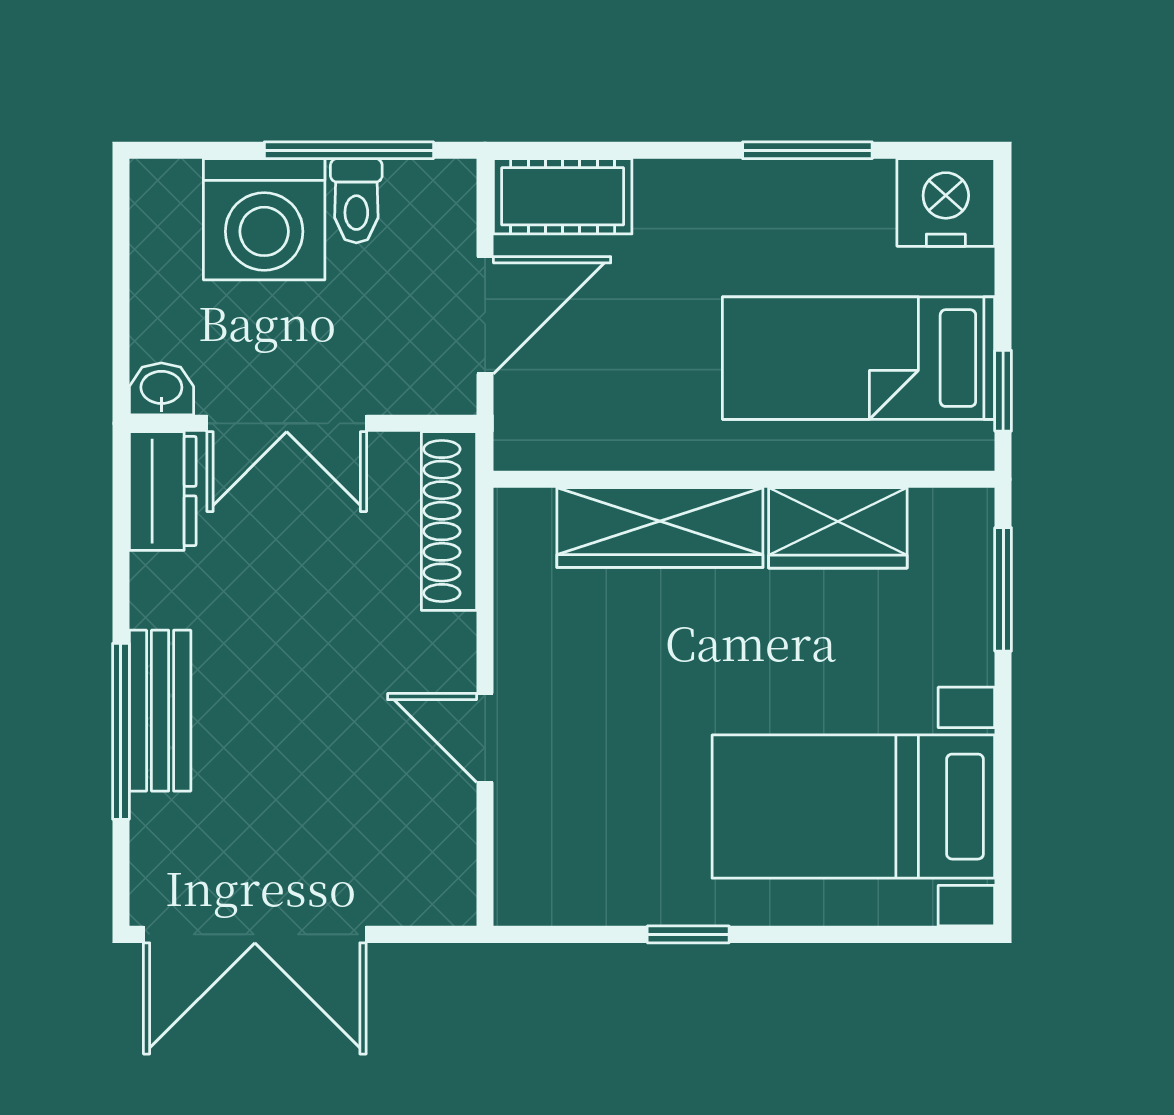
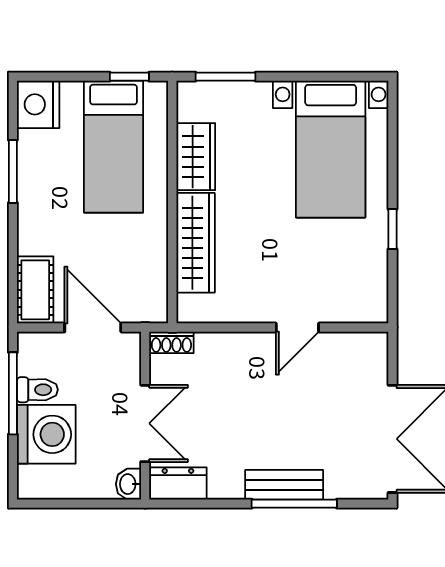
shoe rack: (449, 521) -> (171, 342), width x0.51, depth x0.81

